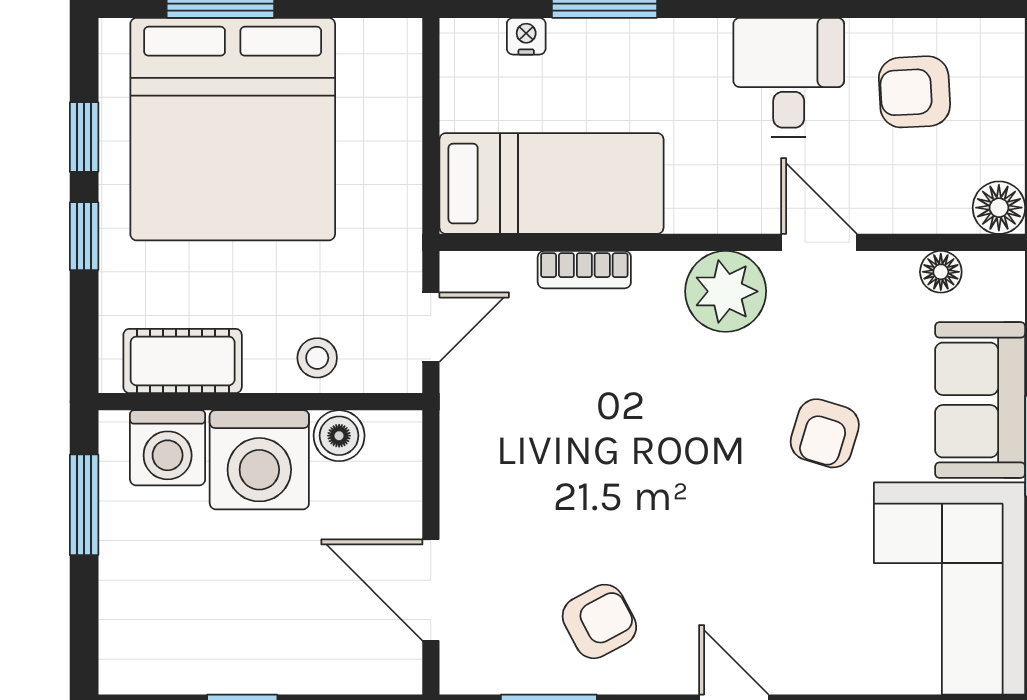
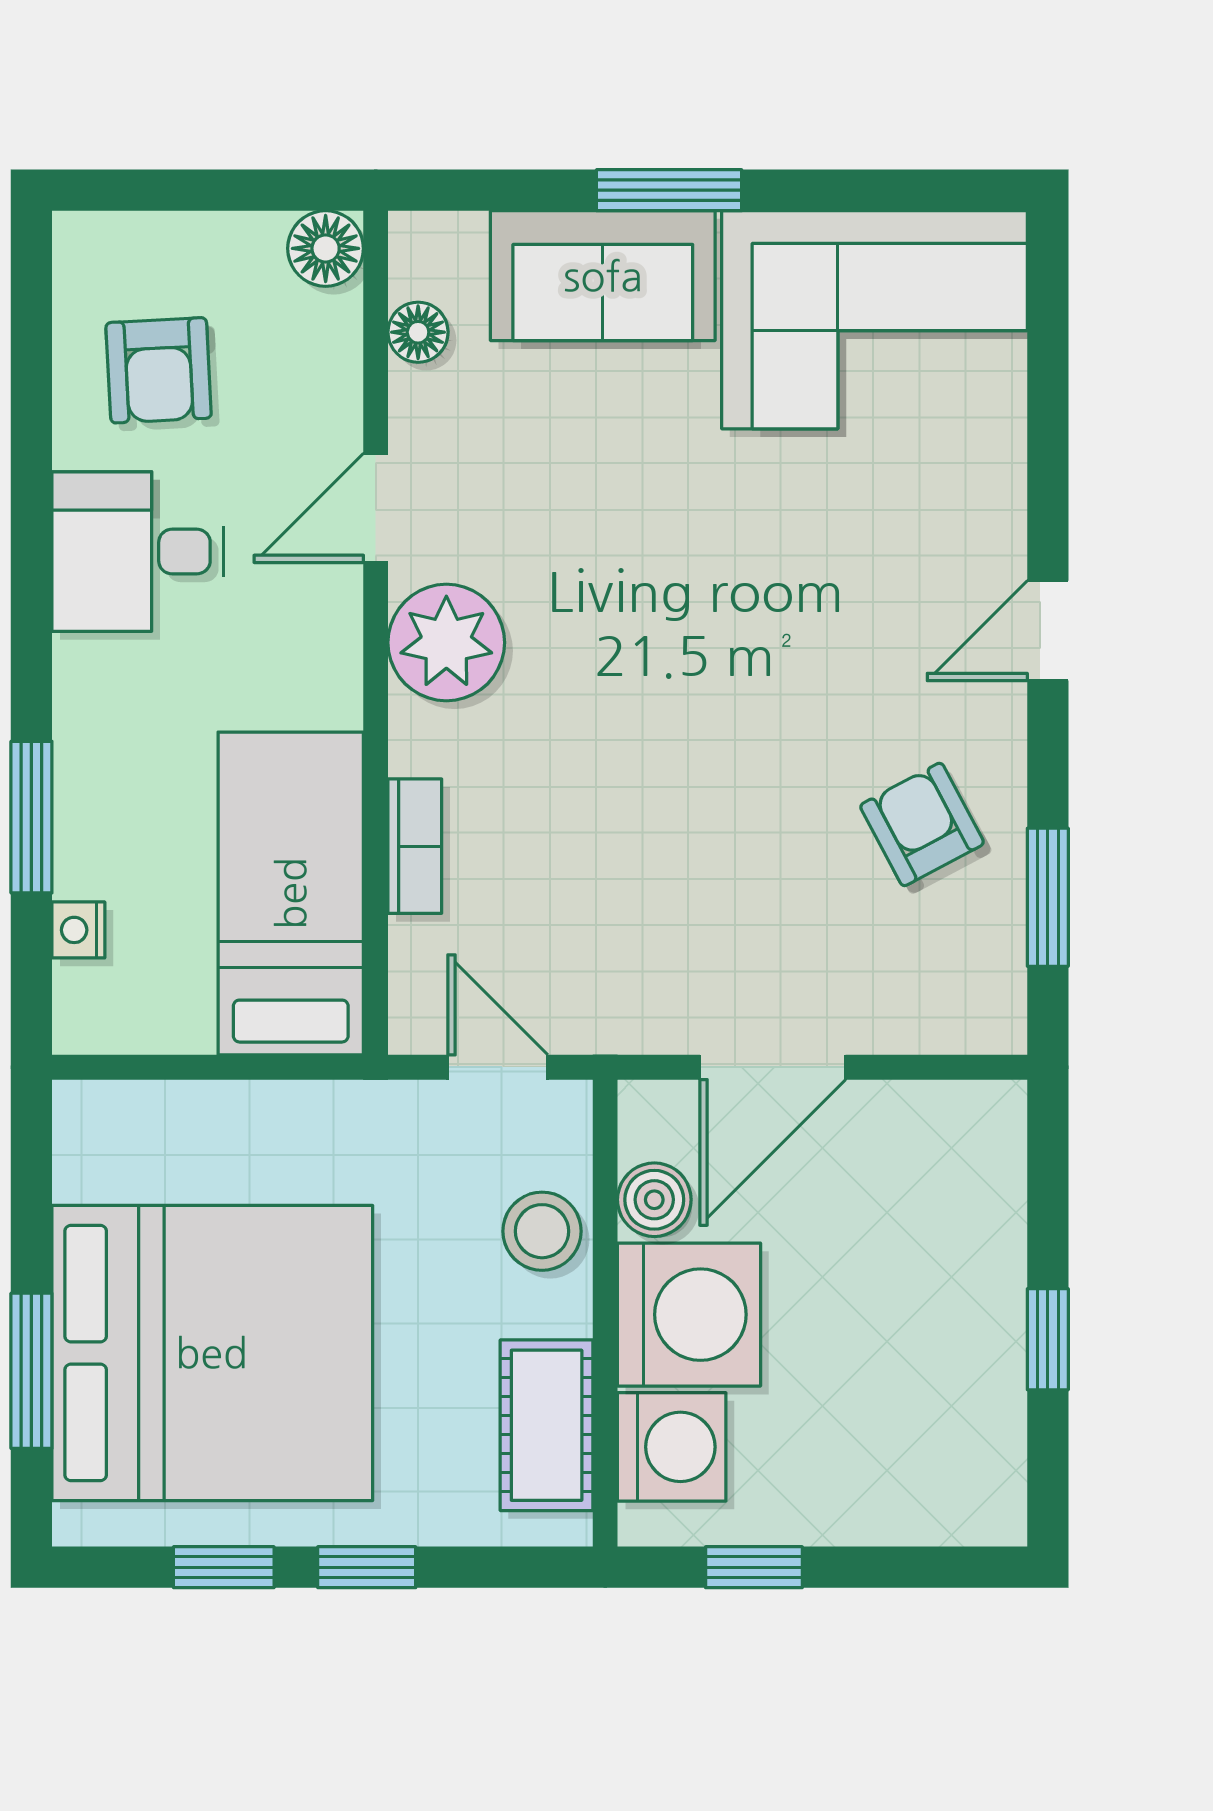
stool: (317, 358) -> (542, 1231), width x1.37, depth x1.37
armchair: (825, 433) -> (651, 500), removed
window: (84, 505) -> (754, 1567), width x0.67
door: (431, 590) -> (773, 1067), moved

